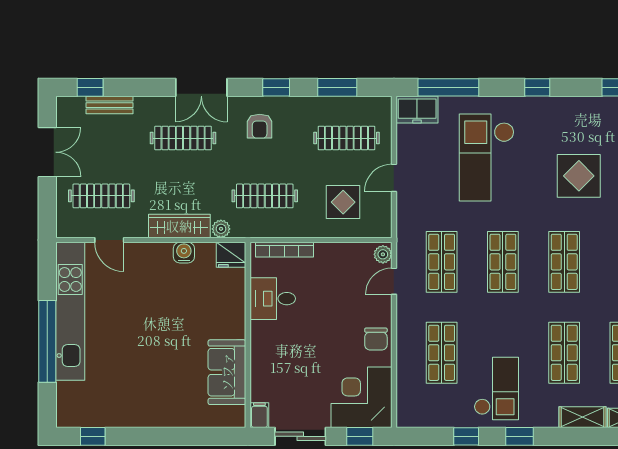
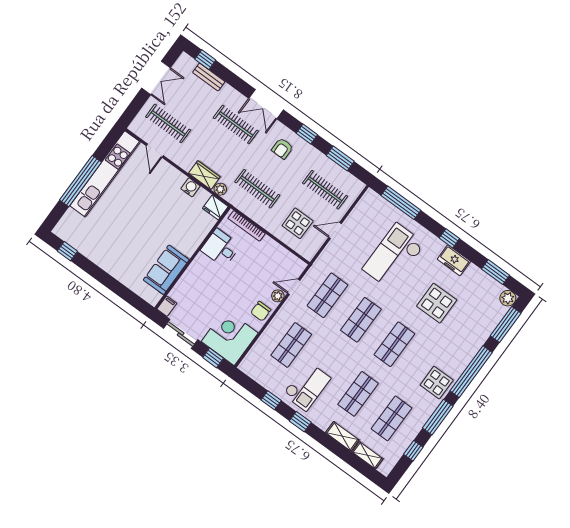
freezer: (417, 110) -> (454, 260), moved
wardrobe: (179, 226) -> (204, 175), width x0.67
plant: (383, 254) -> (278, 296), moved

